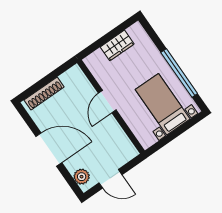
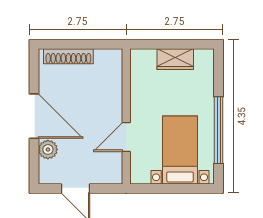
door: (107, 102) -> (126, 137), moved
plant: (82, 177) -> (48, 149), moved

